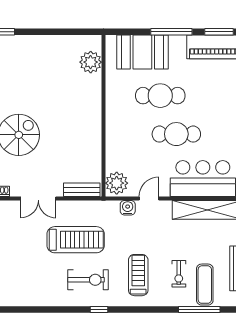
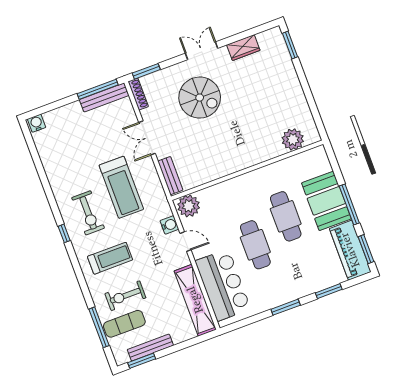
booth: (142, 52) -> (326, 201), moved
exercise bike: (179, 274) -> (125, 296), width x1.38, depth x1.39

